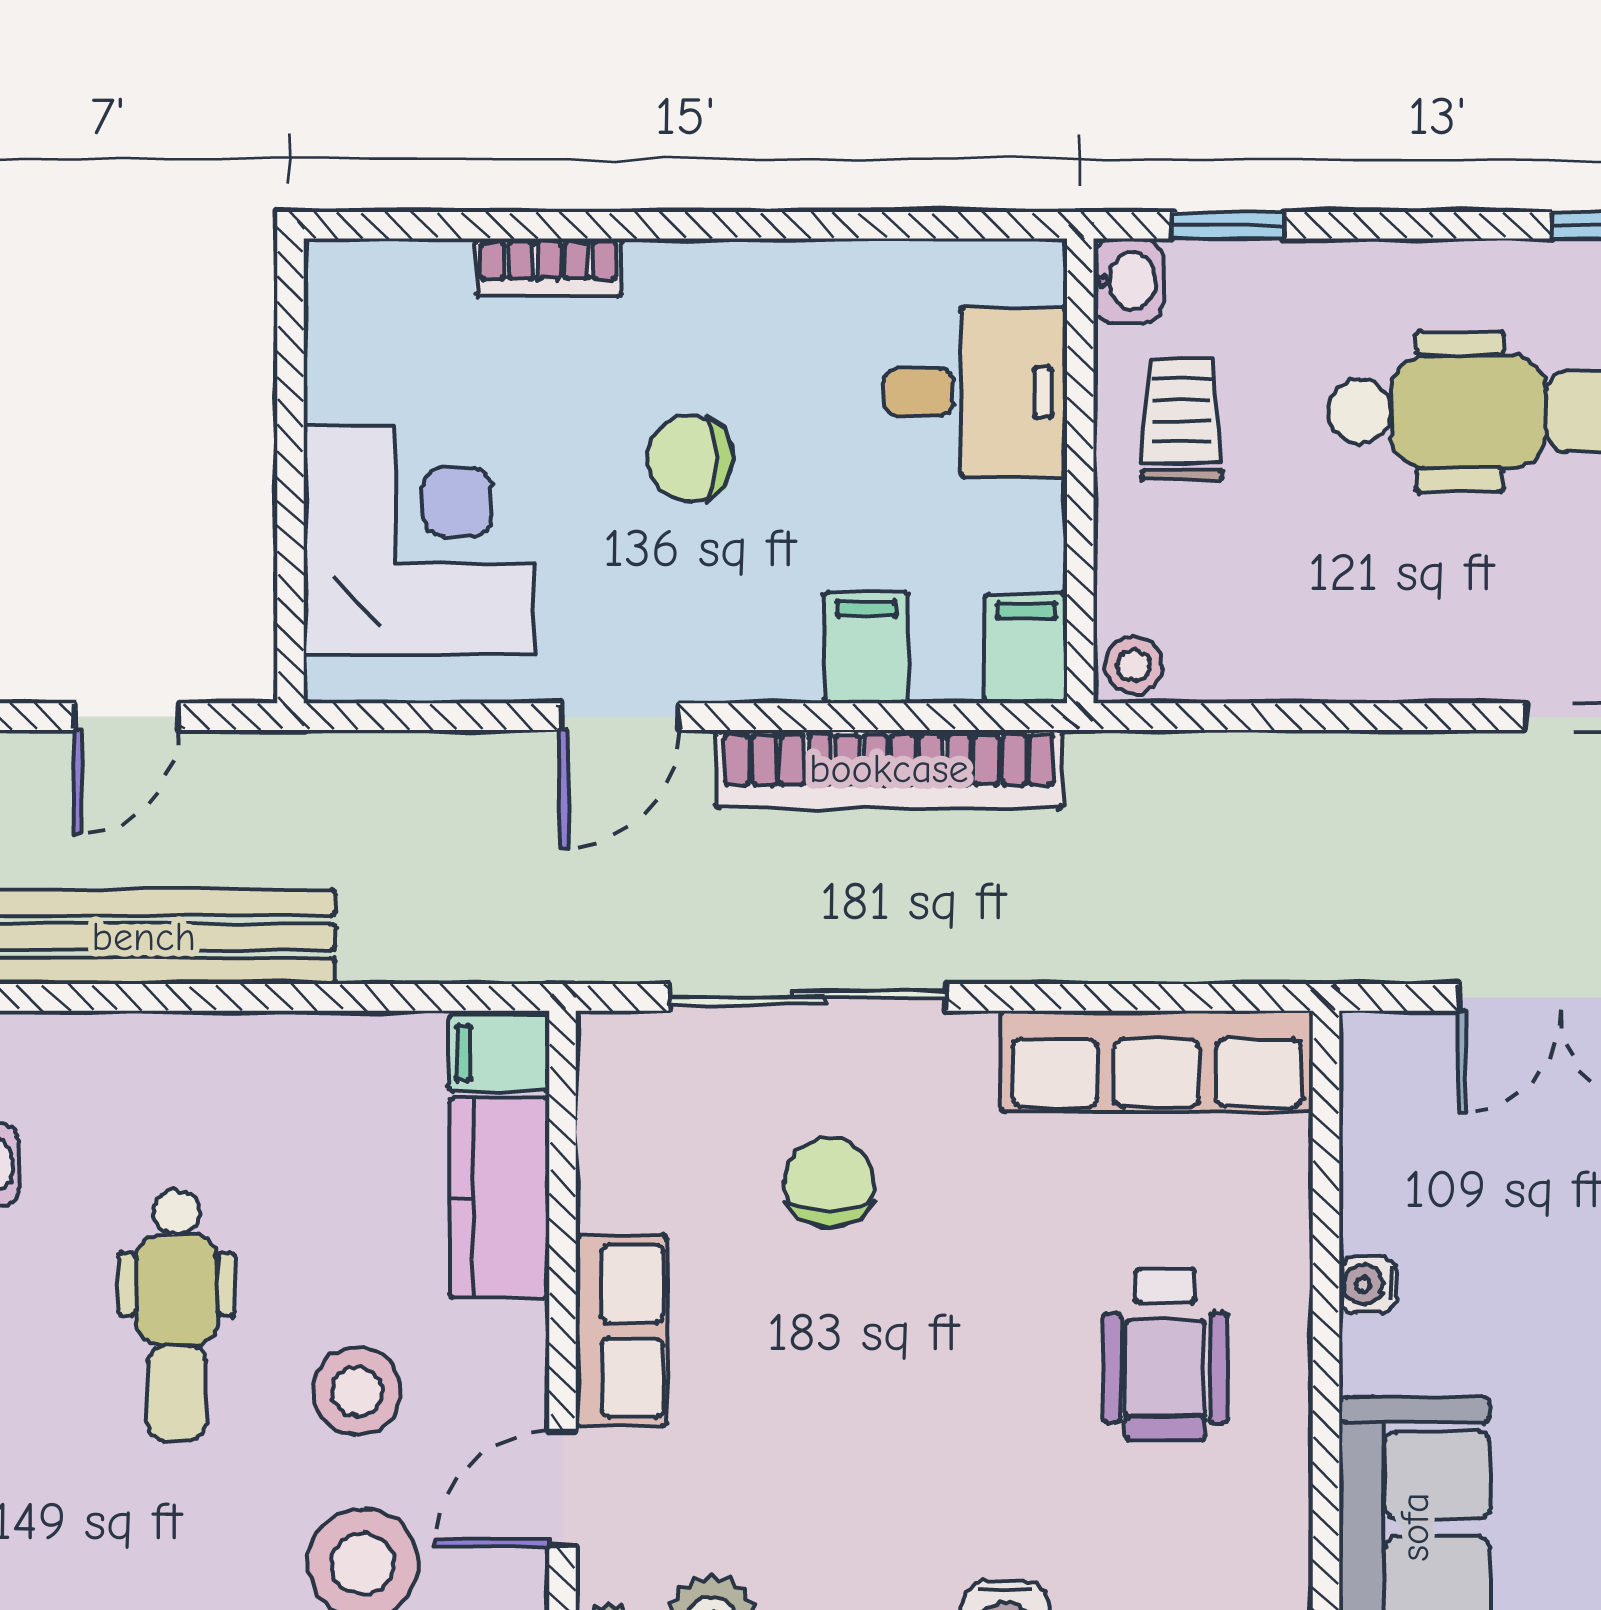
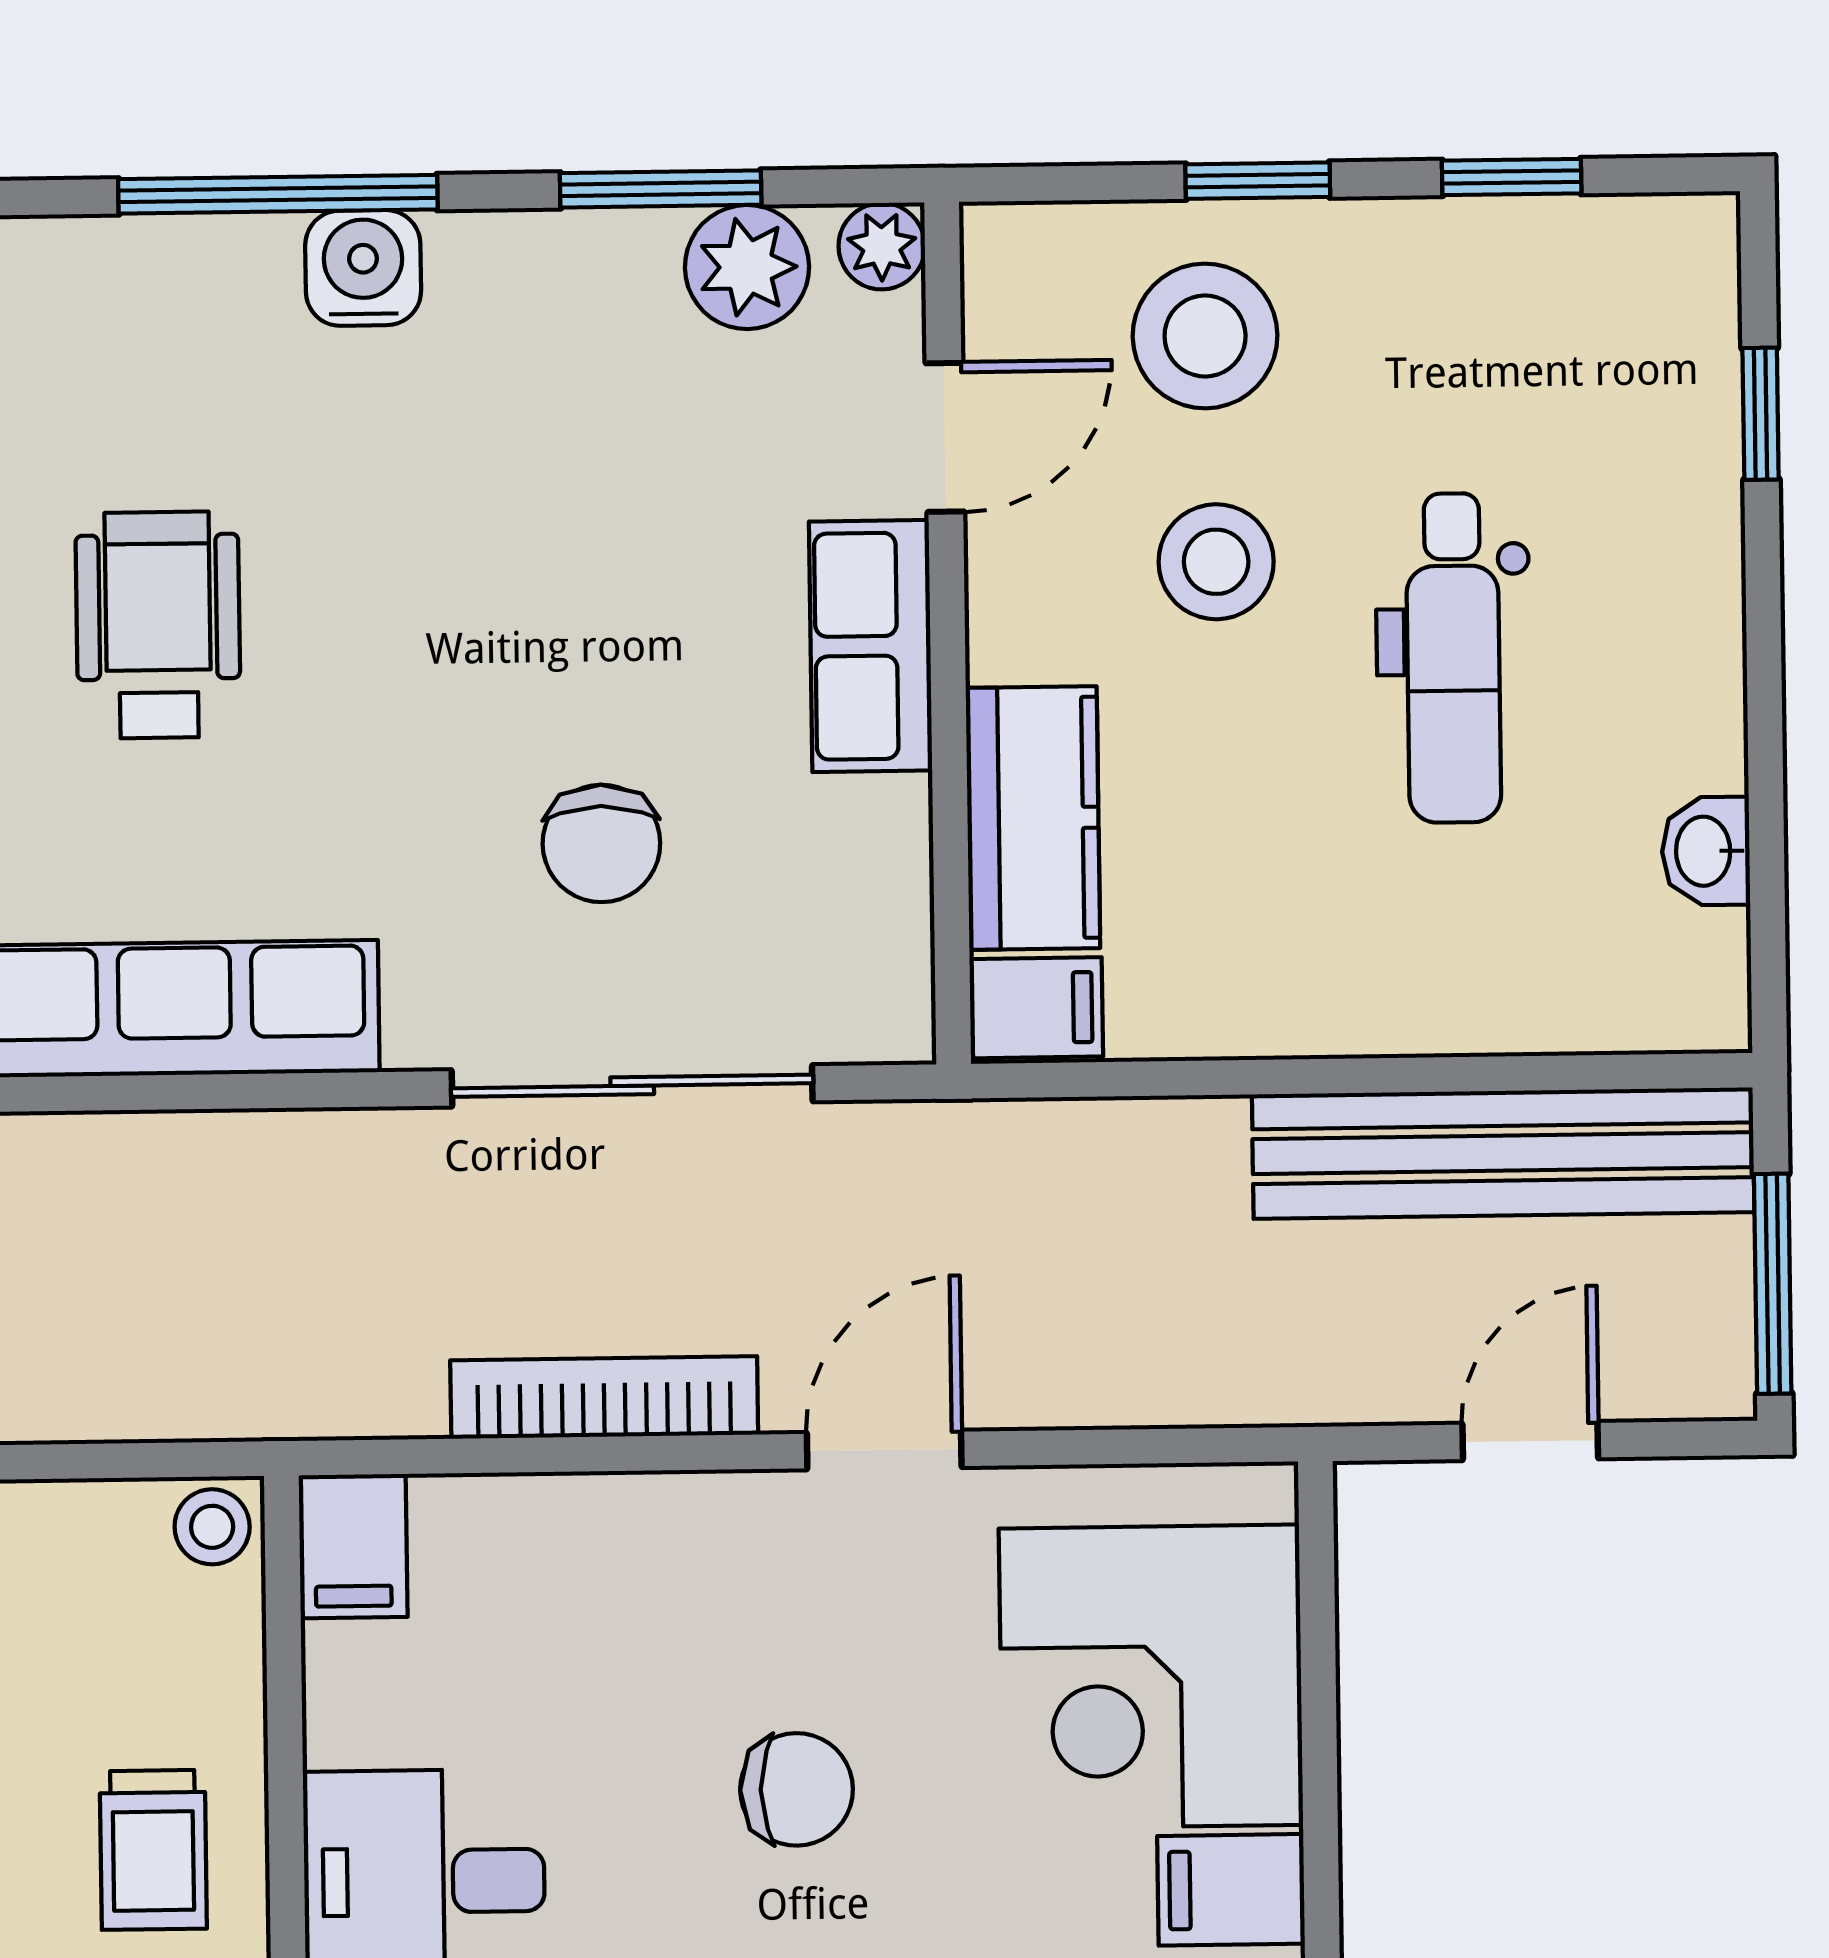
filing cabinet: (866, 648) -> (1231, 1890), moved, turned 90
bookcase: (889, 769) -> (604, 1397), width x0.68, depth x0.76
dental chair: (177, 1315) -> (1453, 658), turned 180

